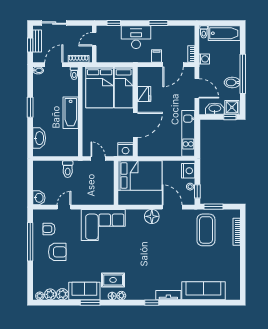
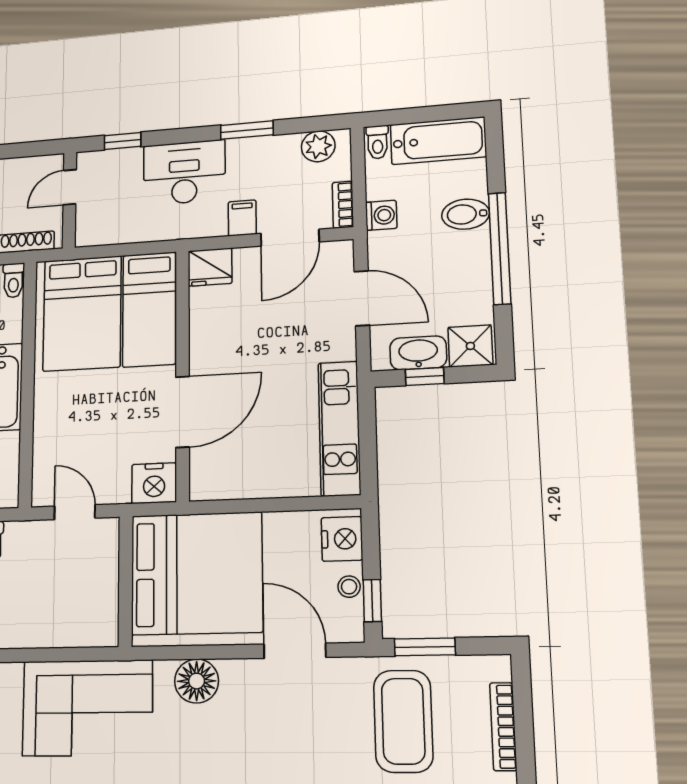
plant: (183, 32) -> (318, 146), added
bidet: (232, 82) -> (466, 214), moved
fridge: (144, 94) -> (210, 267), moved, turned 90
window: (230, 117) -> (425, 376), moved
bed: (140, 175) -> (197, 573), width x1.36
floor lamp: (152, 216) -> (197, 681), moved

